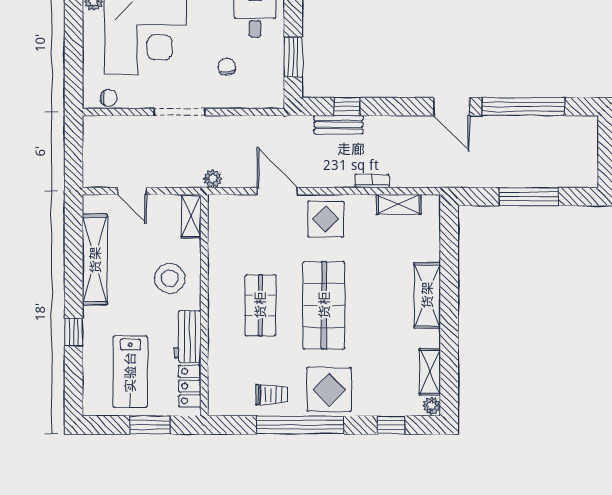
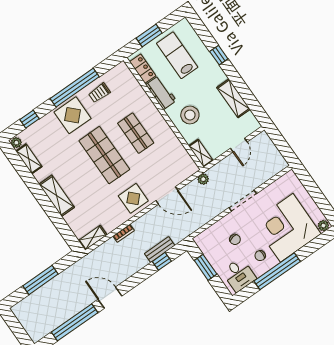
chair: (109, 98) -> (260, 256), moved
door: (132, 191) -> (239, 145), swing flipped
shelving: (399, 204) -> (93, 238), moved
shelving: (95, 260) -> (234, 98), width x0.68

